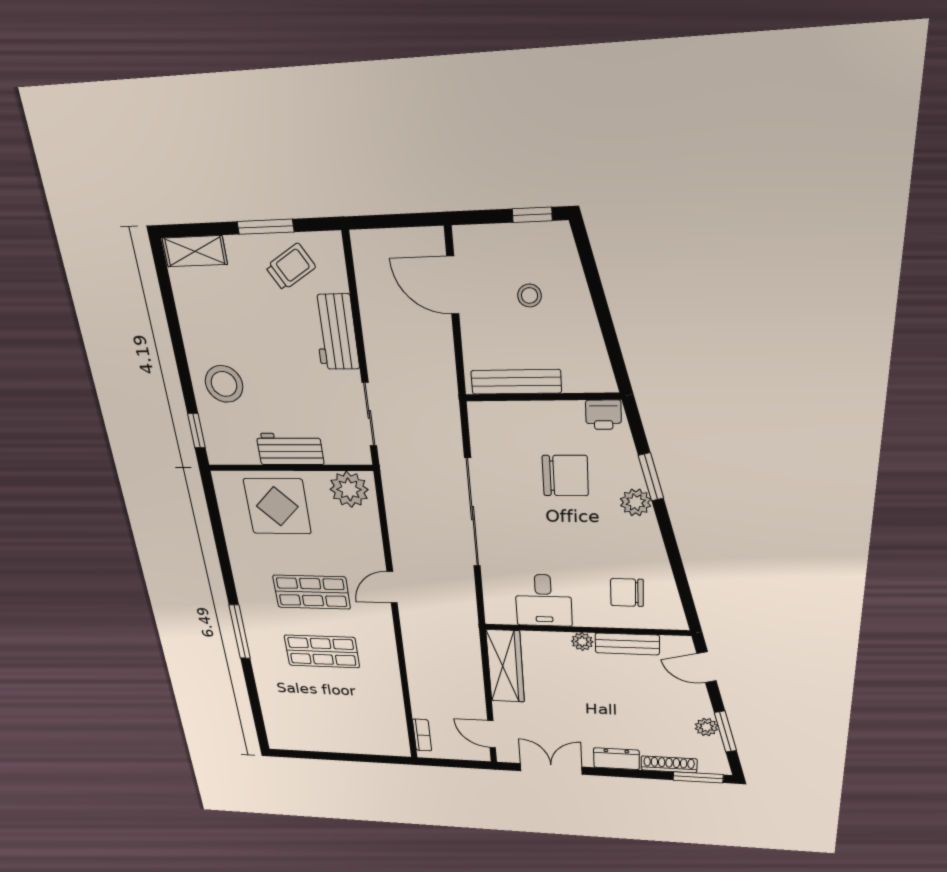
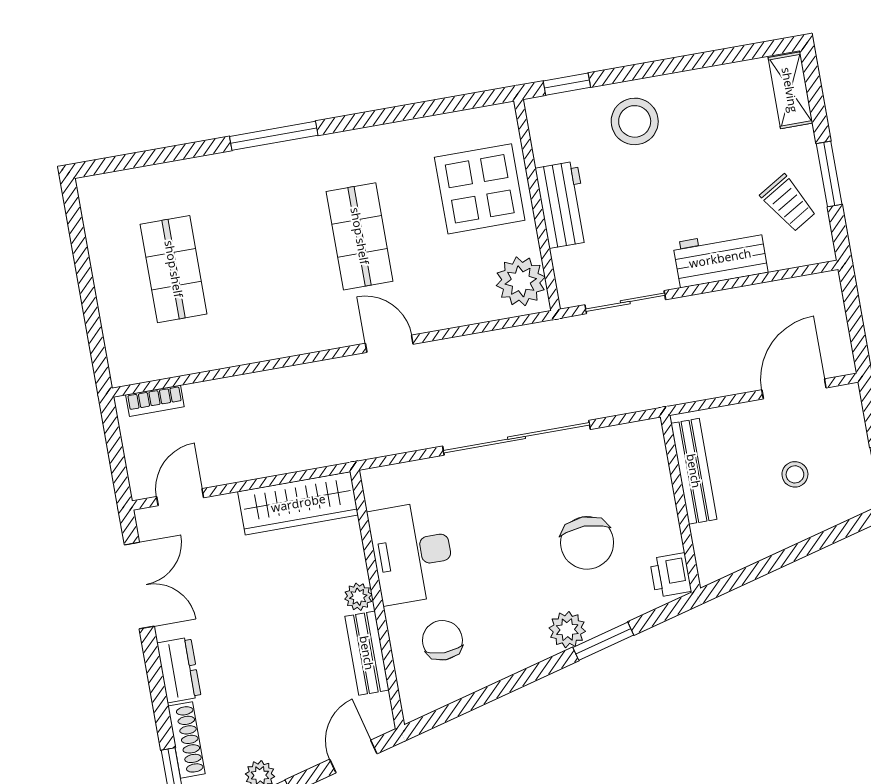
desk: (544, 600) -> (412, 553), width x1.37
shop shelf: (322, 651) -> (174, 269), moved

